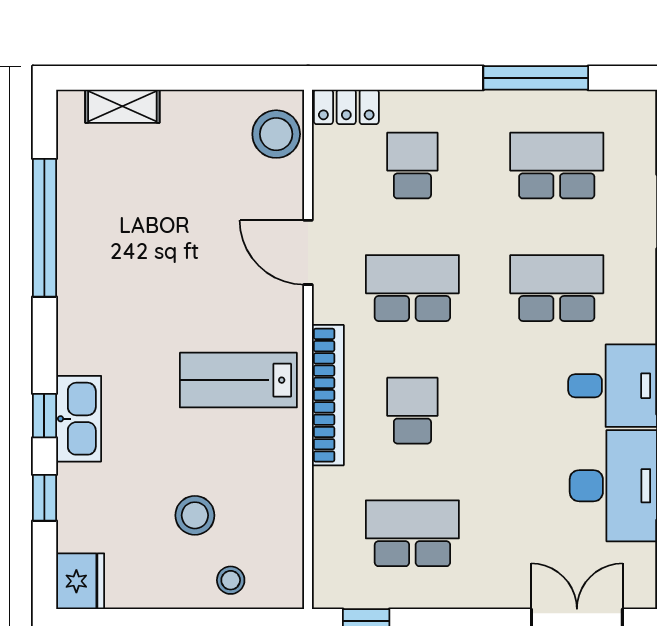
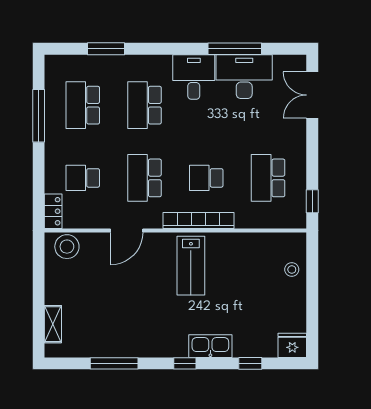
window: (44, 228) -> (114, 363), width x0.68
window: (44, 416) -> (185, 363), moved
stool: (195, 515) -> (259, 288), removed

